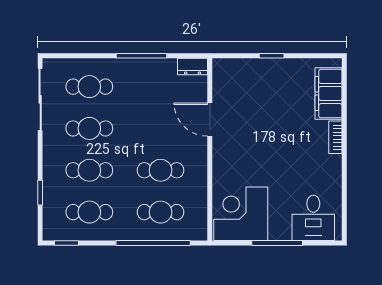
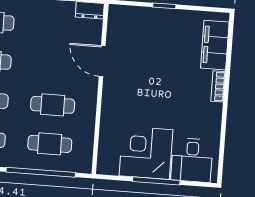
corner desk: (241, 214) -> (146, 153), moved

